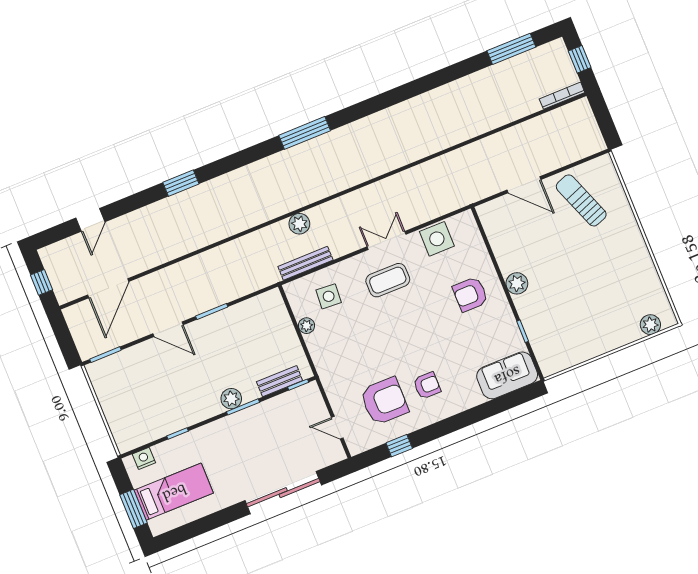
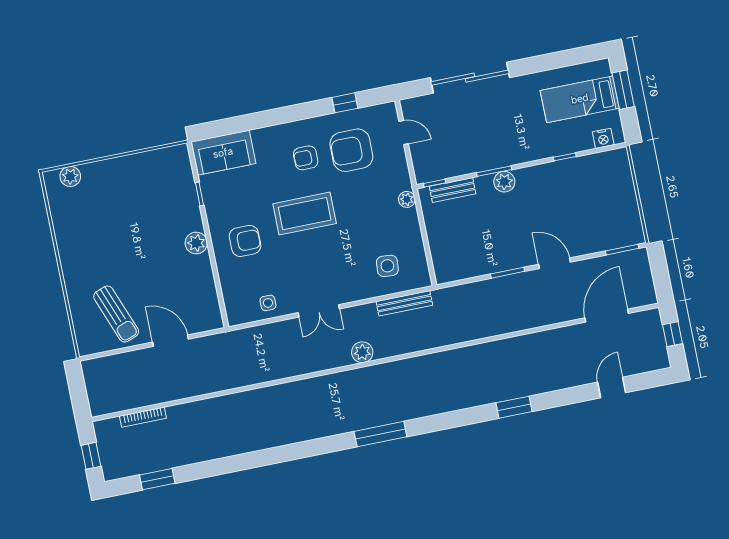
window: (511, 49) -> (157, 479), width x0.69
bookcase: (562, 96) -> (143, 417), moved
plant: (299, 224) -> (362, 352), moved
side table: (437, 239) -> (268, 303), width x0.54, depth x0.54
coffee table: (388, 280) -> (305, 214), moved, width x1.36, depth x1.32
plant: (306, 326) -> (407, 199), moved

